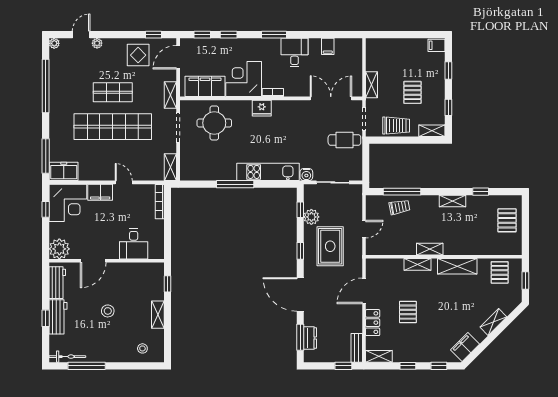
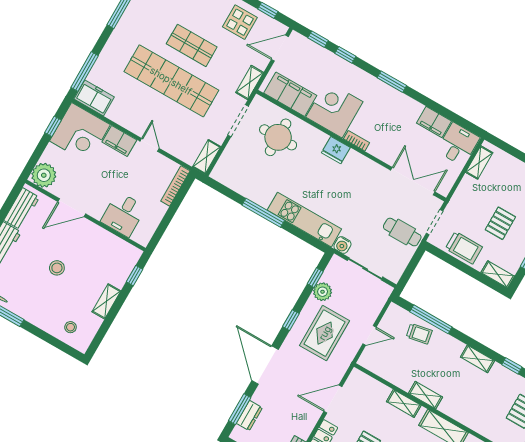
filing cabinet: (328, 46) -> (434, 122), width x2.00
desk: (294, 53) -> (458, 144), moved
shelving: (371, 85) -> (479, 162), moved

